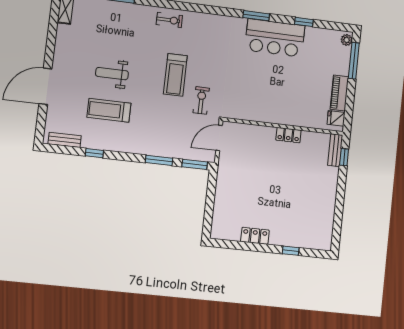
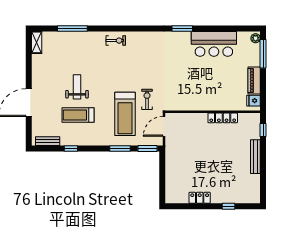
window: (304, 22) -> (220, 29), removed
bar counter: (275, 38) -> (214, 44), moved
weight bench: (112, 74) -> (77, 87), turned 90
treadmill: (175, 75) -> (125, 114), moved, width x1.37, depth x1.38
locker: (288, 135) -> (223, 118), width x1.53
bench: (335, 150) -> (255, 157), moved, width x1.36

